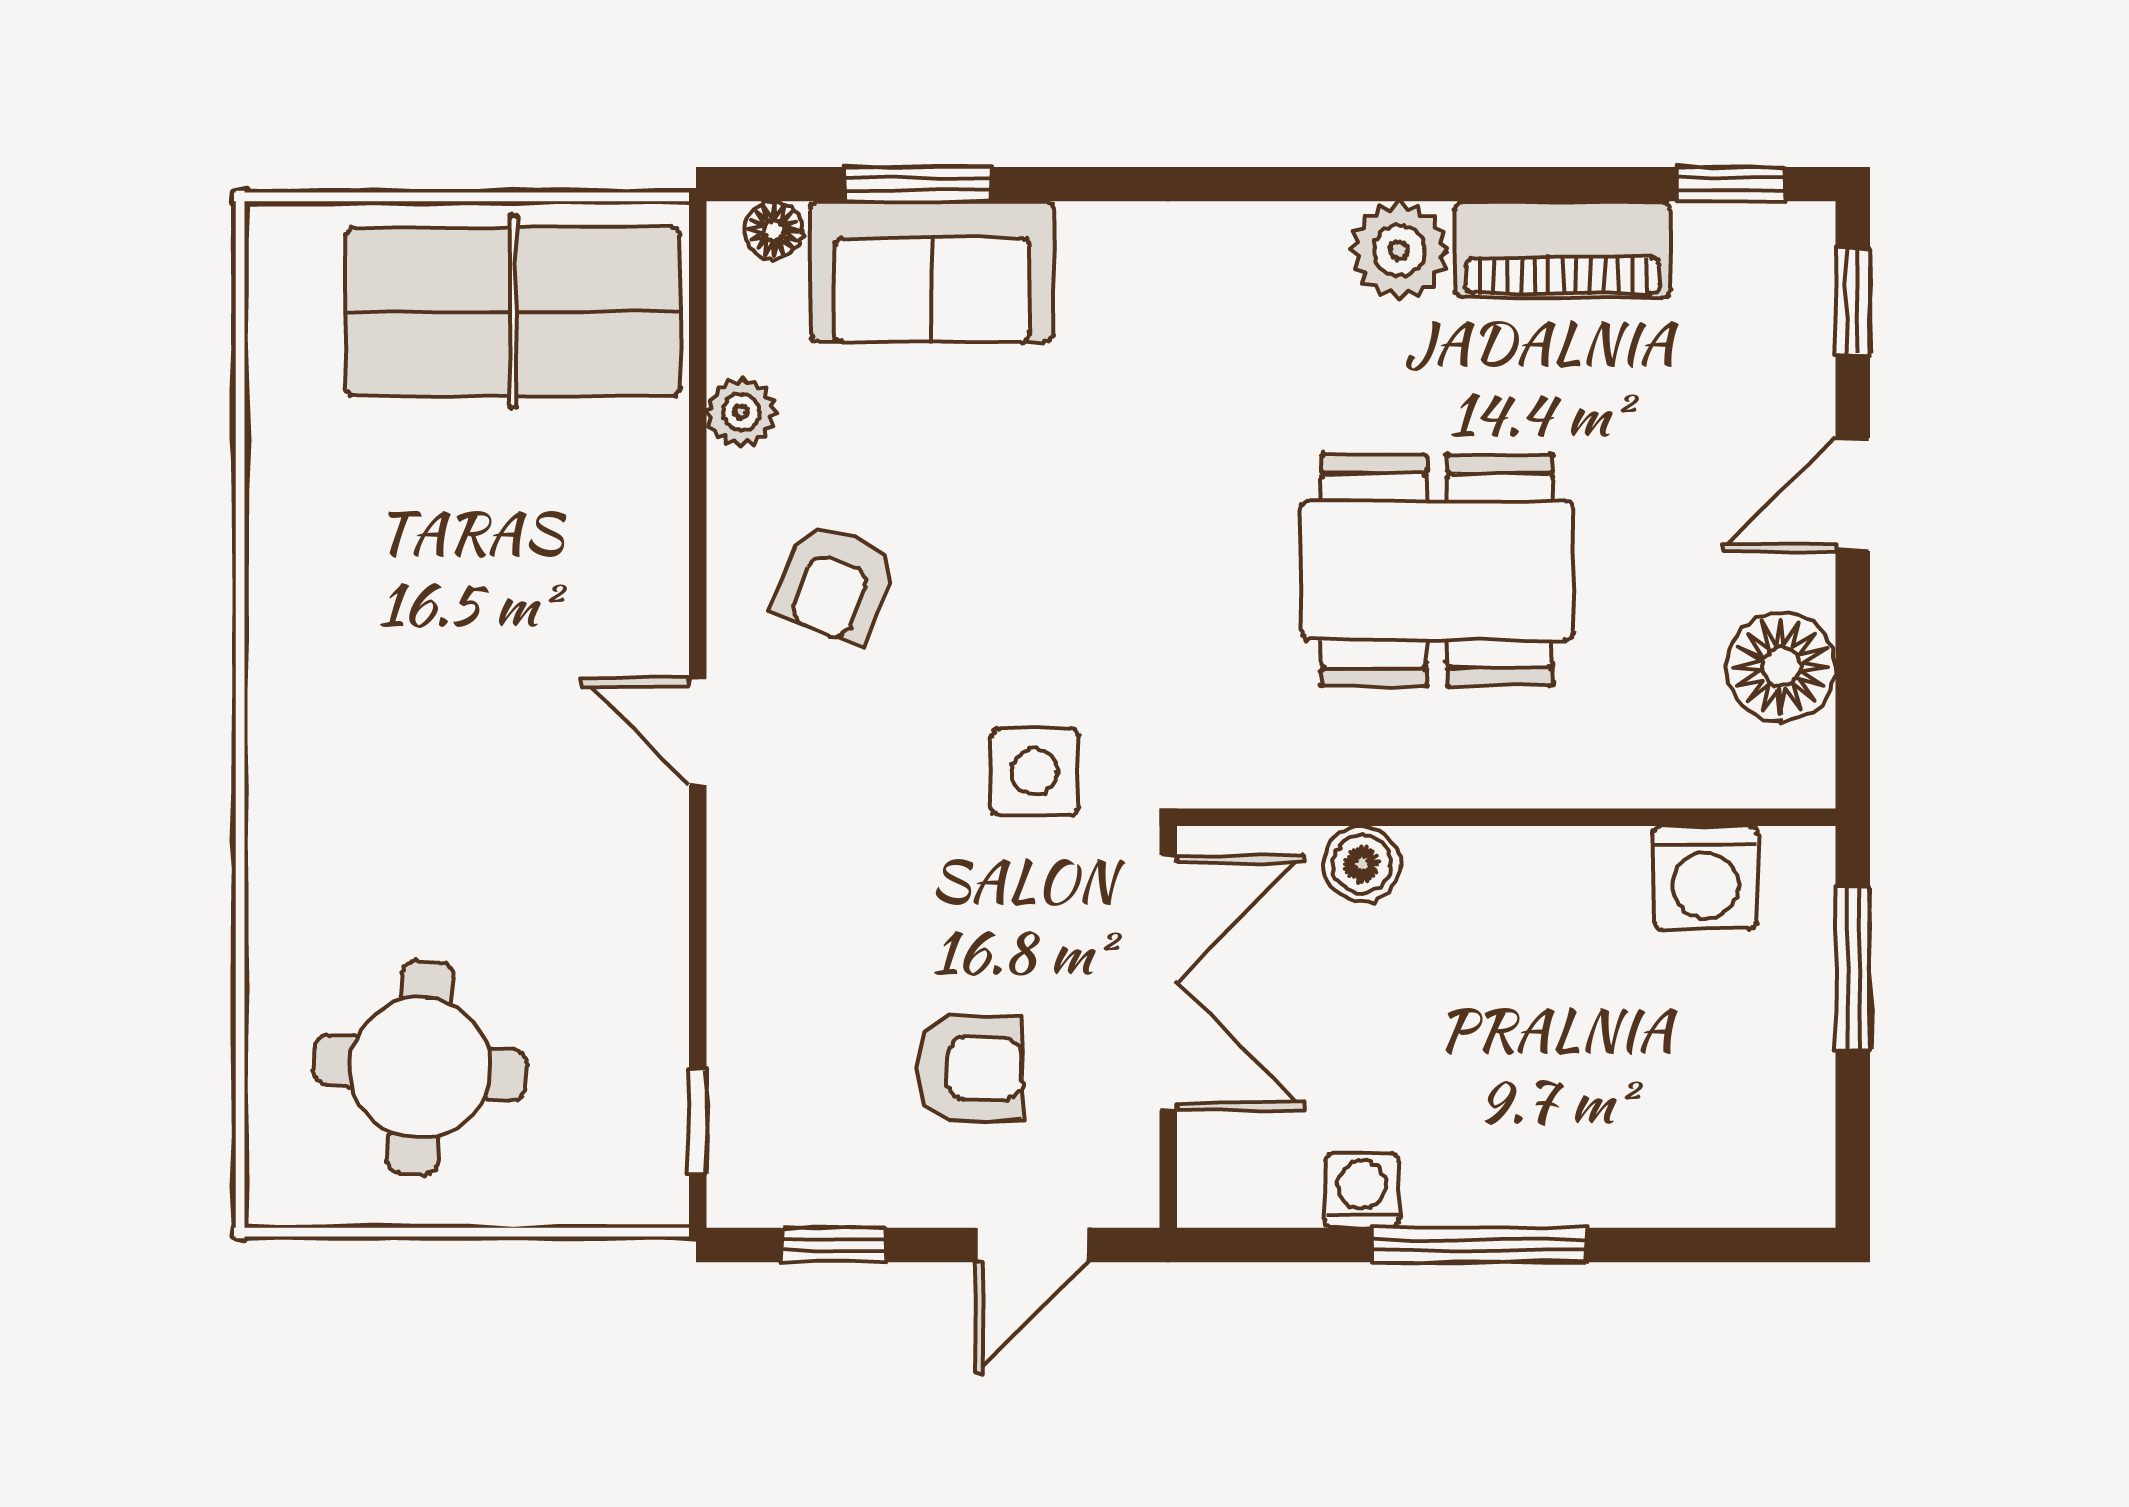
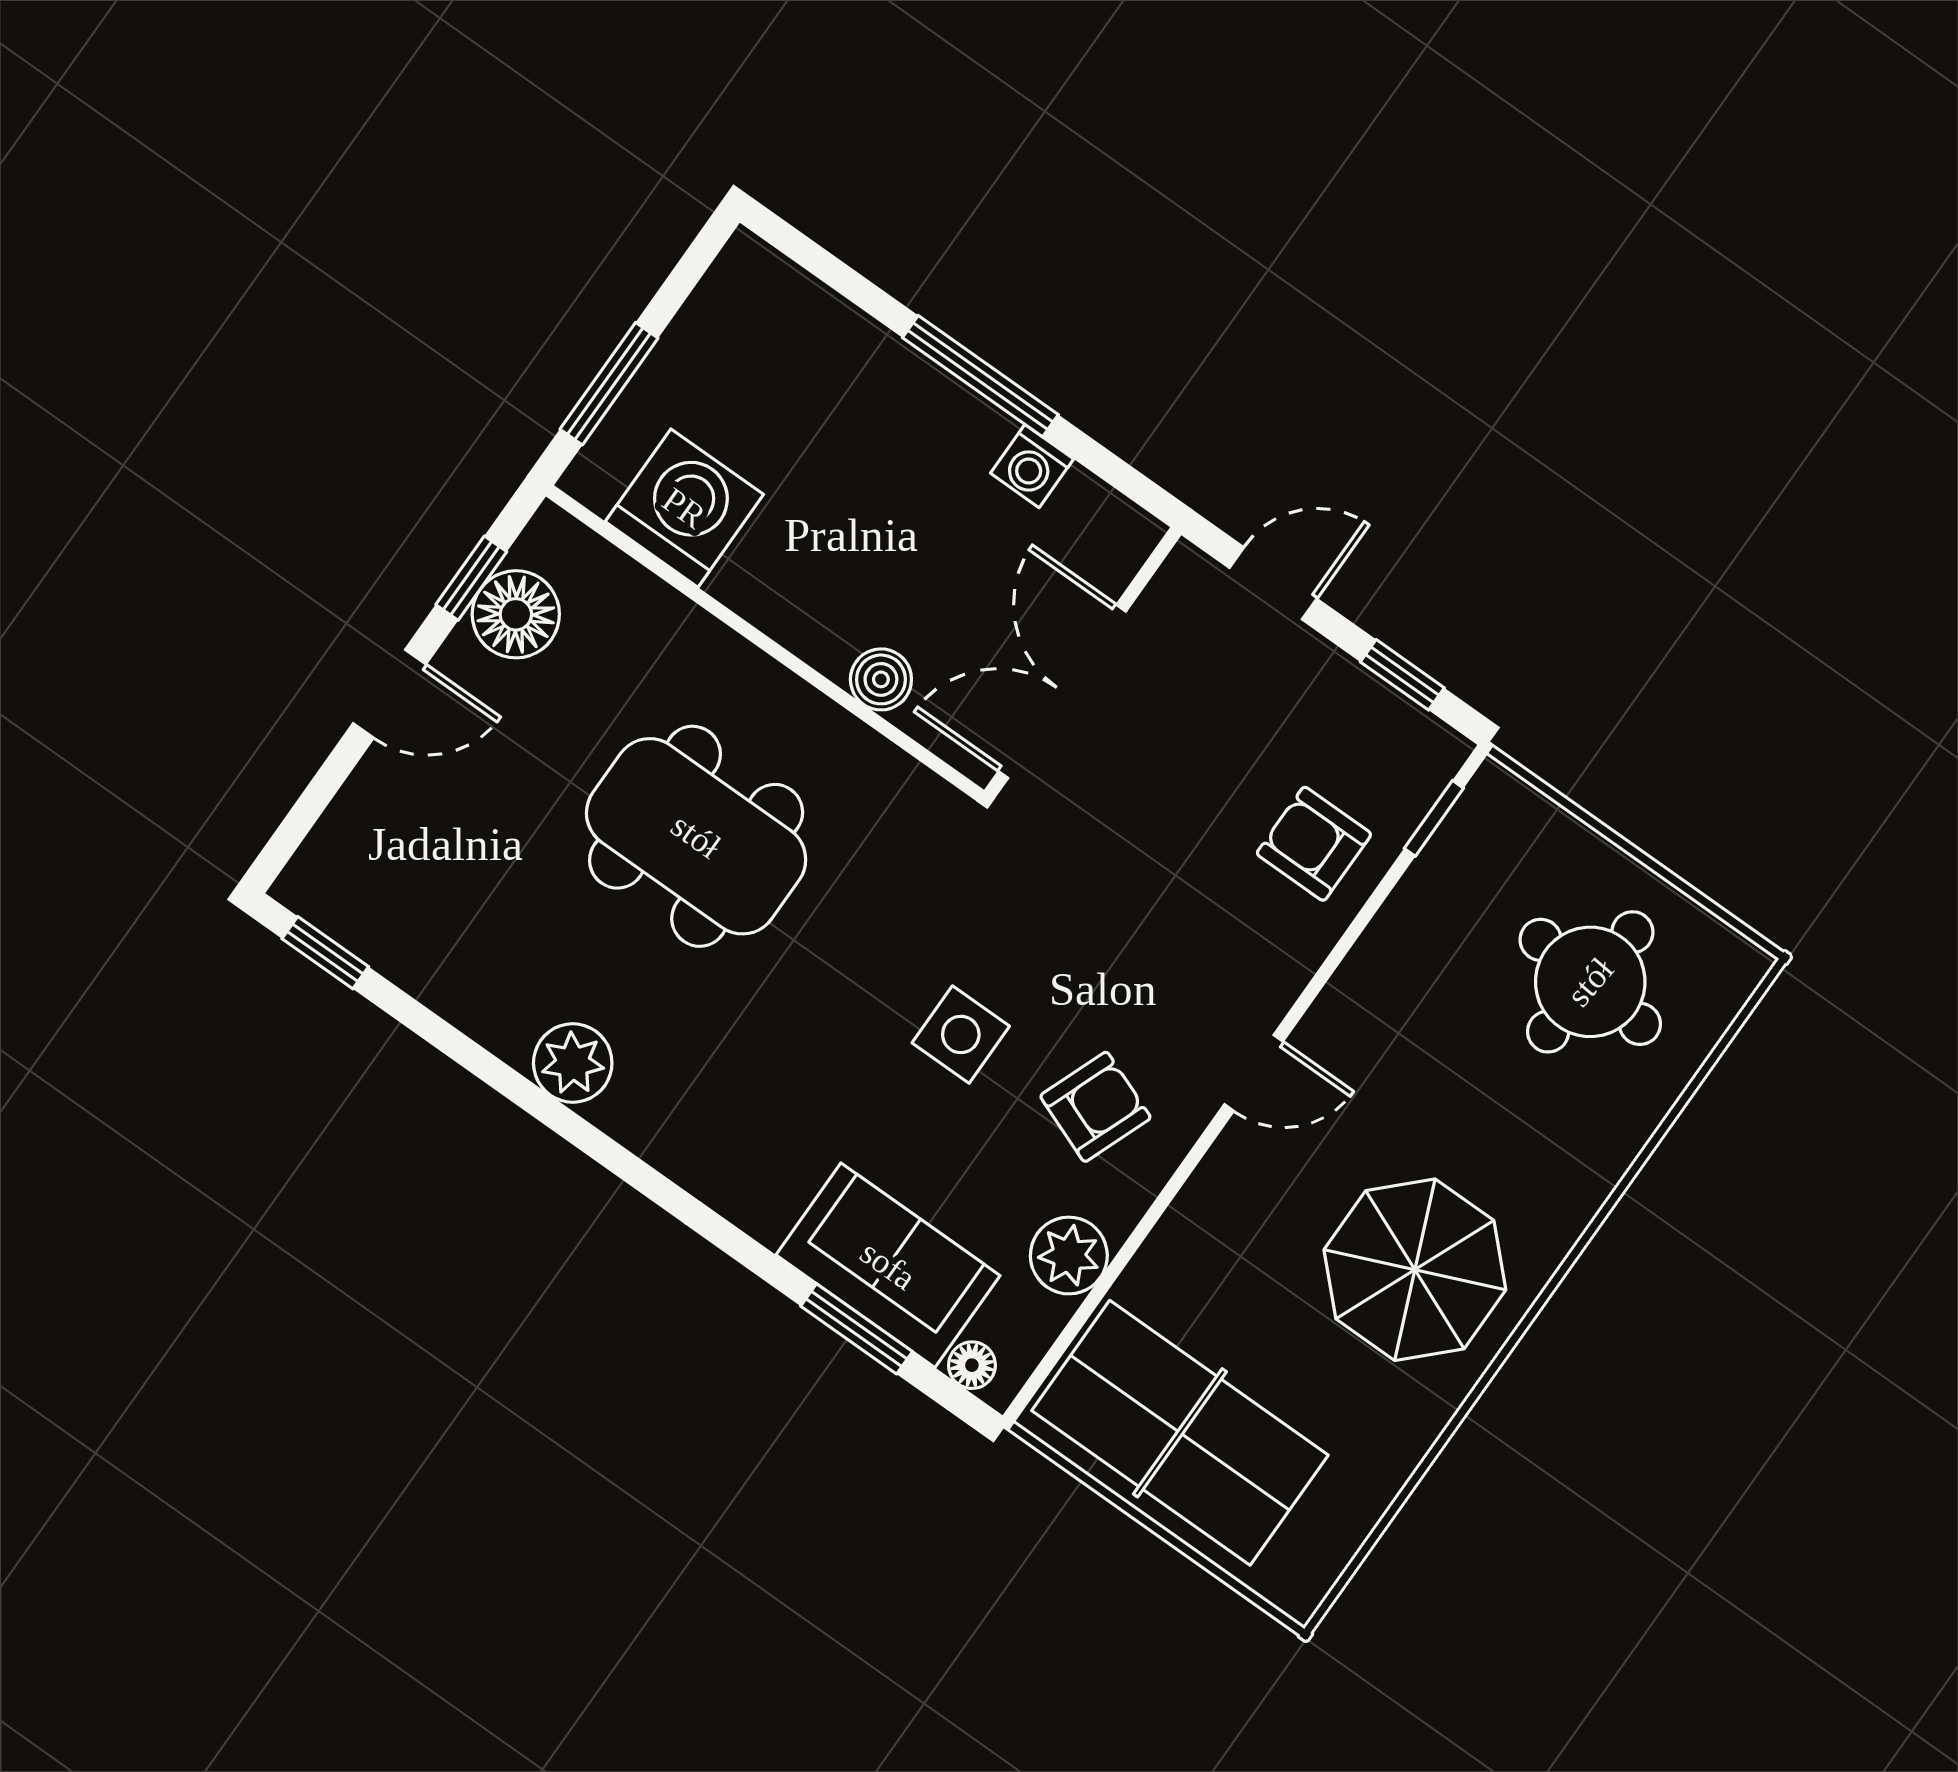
piano: (1563, 249) -> (465, 988), removed
window: (1853, 301) -> (471, 578), moved
plant: (741, 412) -> (1069, 1256), width x1.38, depth x1.38
parasol: (391, 647) -> (1415, 1270), added
door: (698, 732) -> (1254, 1073), hinge flipped
side table: (1035, 772) -> (961, 1034), moved
washing machine: (1705, 878) -> (684, 508), width x1.37, depth x1.37
armchair: (970, 1068) -> (1314, 844), moved

